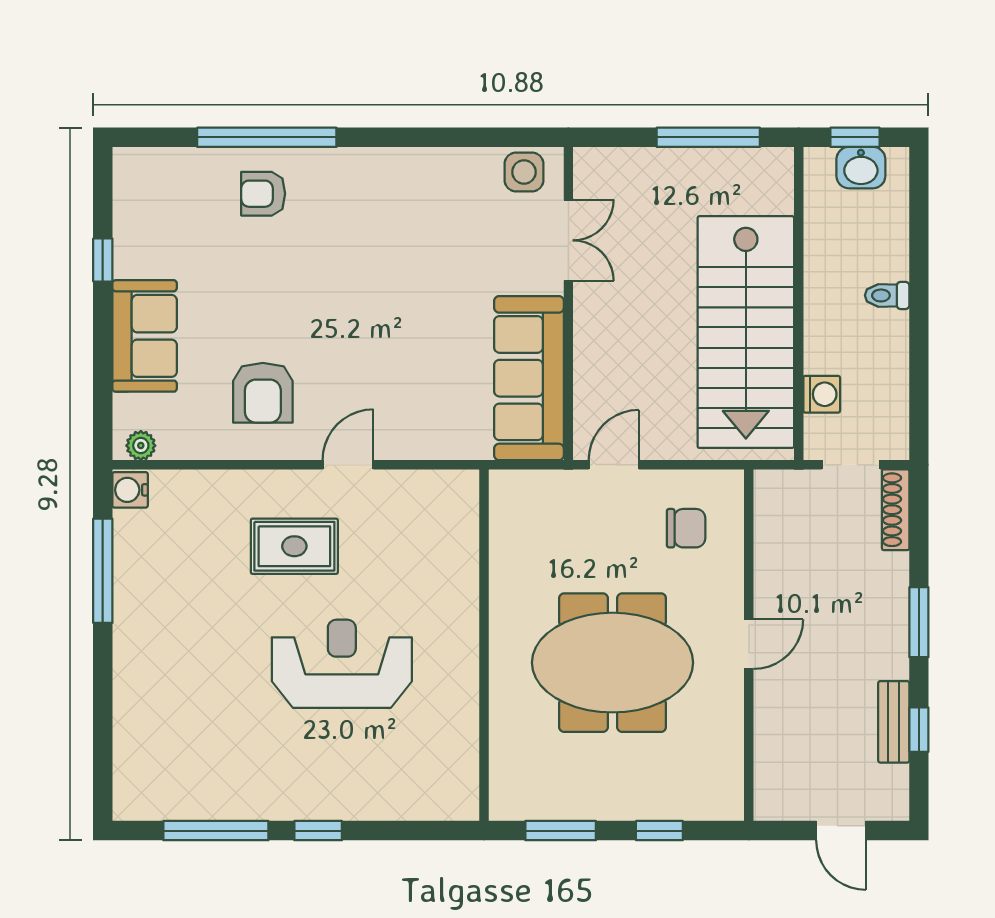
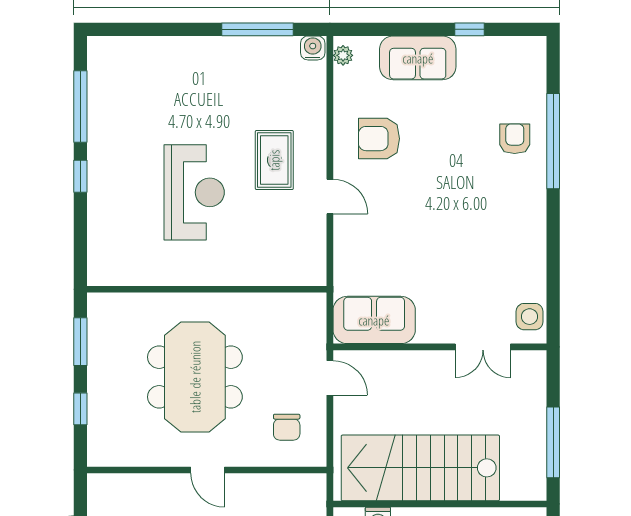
sofa: (529, 378) -> (374, 320), width x0.73

